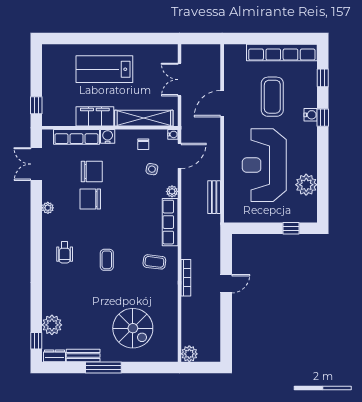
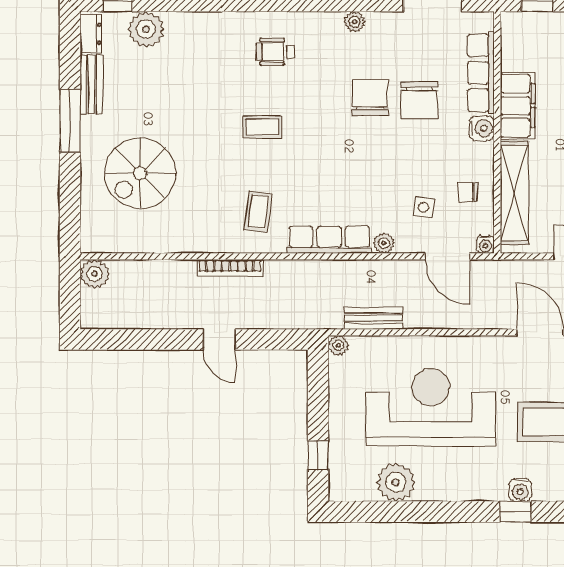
plant: (229, 217) -> (338, 345), added

